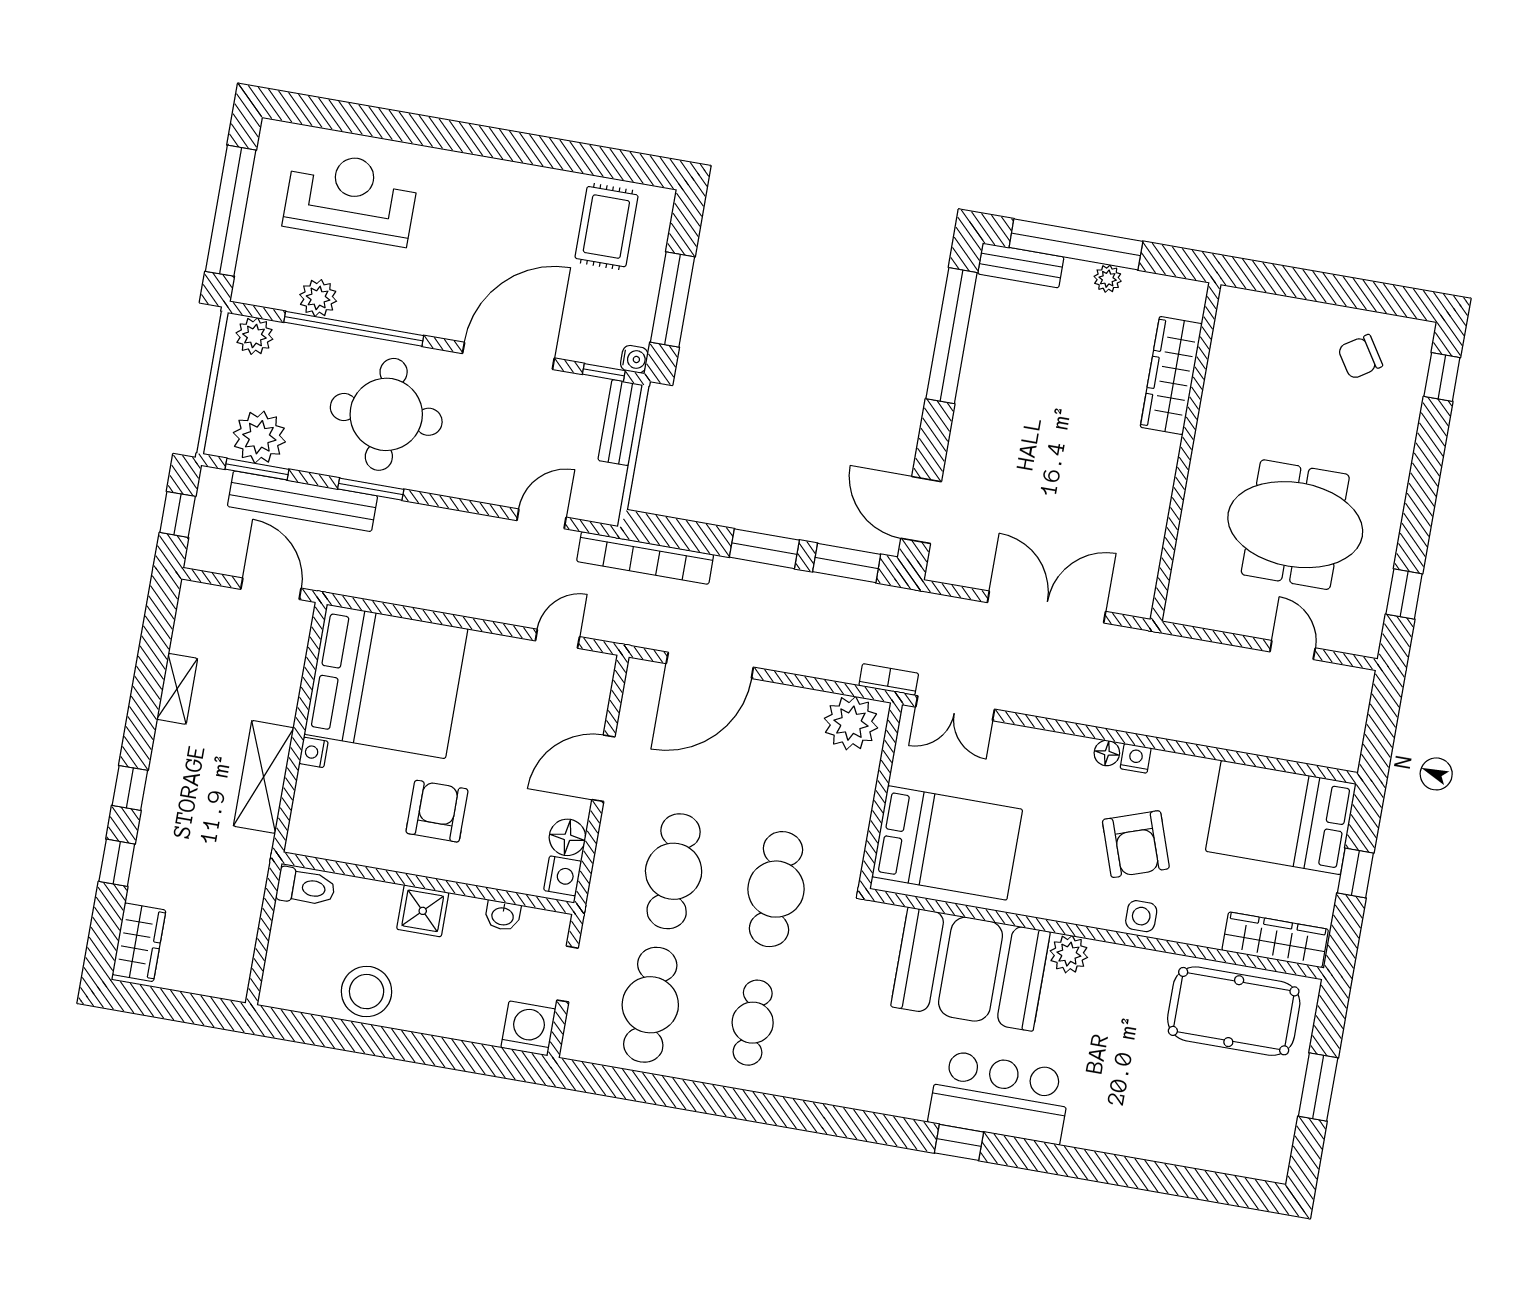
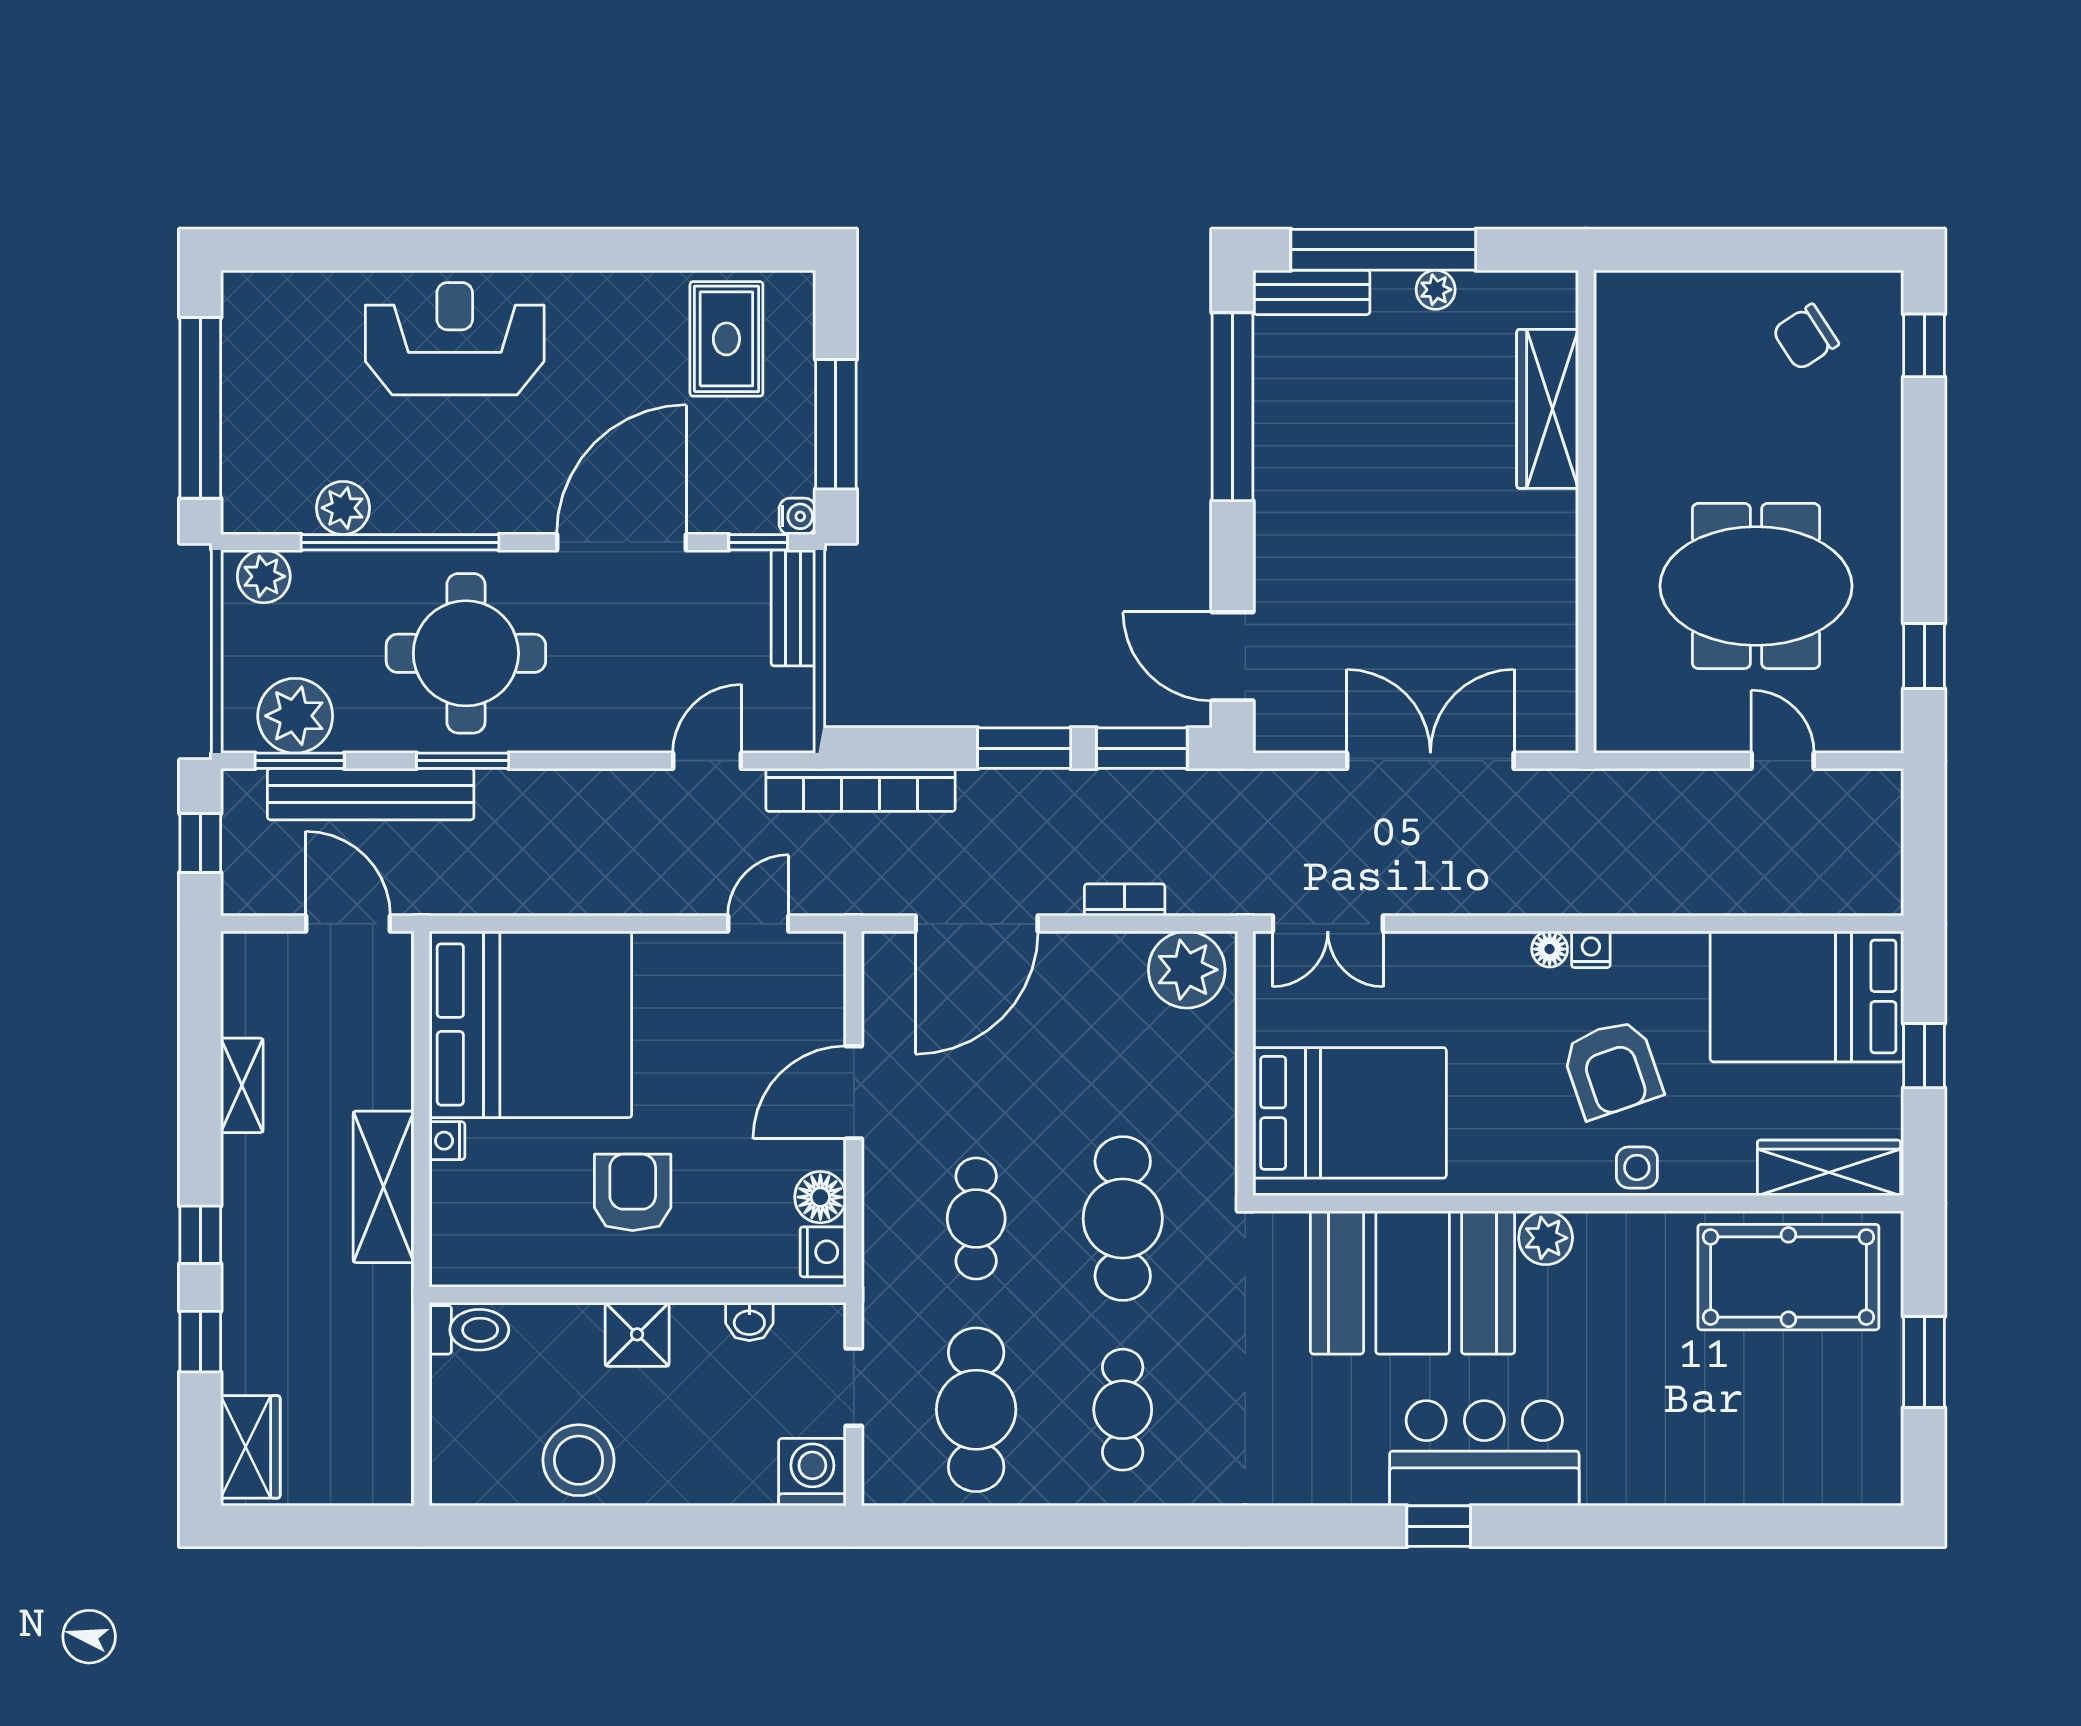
reception desk: (351, 198) -> (455, 339), moved
bookcase: (889, 680) -> (1125, 900), moved
cafe table: (674, 871) -> (976, 1219), width x0.73, depth x0.74

